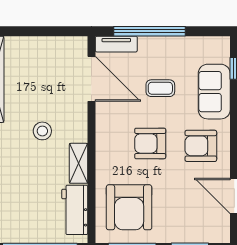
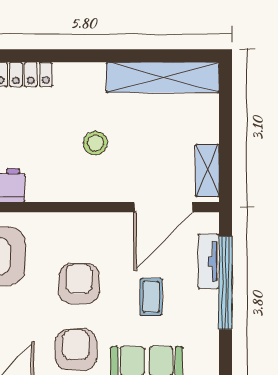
tv unit: (116, 44) -> (209, 261), moved
shelving: (79, 163) -> (207, 170), moved, turned 90

